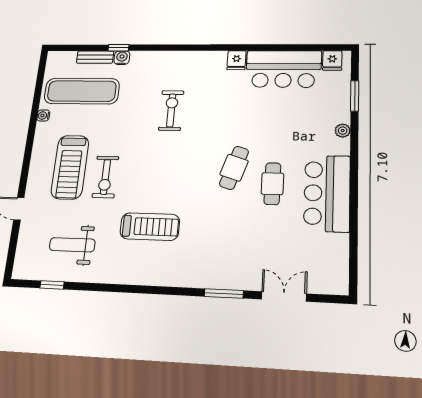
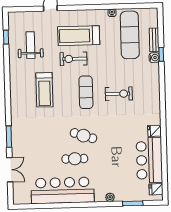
exercise mat: (162, 160) -> (86, 92), added
bar counter: (327, 193) -> (63, 190), width x1.36

